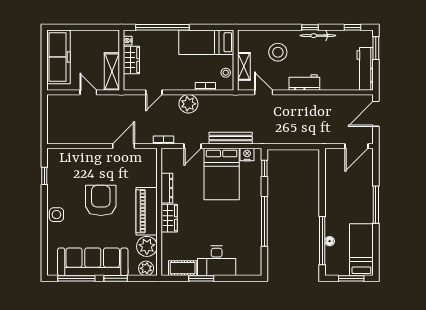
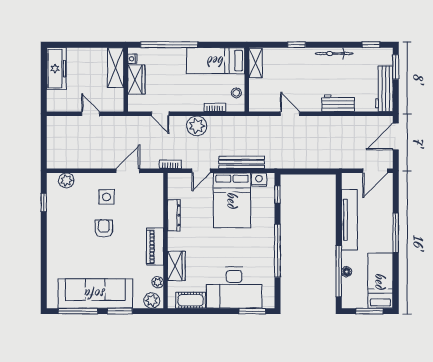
window: (310, 27) -> (297, 45), moved
stool: (278, 52) -> (292, 71), removed
freezer: (58, 57) -> (56, 69), width x0.73, depth x0.79
shelving: (244, 66) -> (256, 63), moved
shelving: (112, 71) -> (116, 68), moved
workbench: (304, 82) -> (338, 103), moved
door: (154, 92) -> (160, 114), hinge flipped
door: (264, 92) -> (290, 114), moved
plant: (65, 155) -> (66, 180), added
tv unit: (332, 192) -> (349, 220), added
armchair: (101, 200) -> (104, 228), width x0.53, depth x0.53
piano: (147, 211) -> (155, 247), width x0.73, depth x0.75
side table: (56, 215) -> (106, 197), moved
wardrobe: (169, 218) -> (176, 266), moved
plant: (147, 246) -> (158, 282), width x0.53, depth x0.53
desk: (217, 261) -> (234, 288), width x1.36, depth x1.30
window: (201, 278) -> (252, 311), moved

